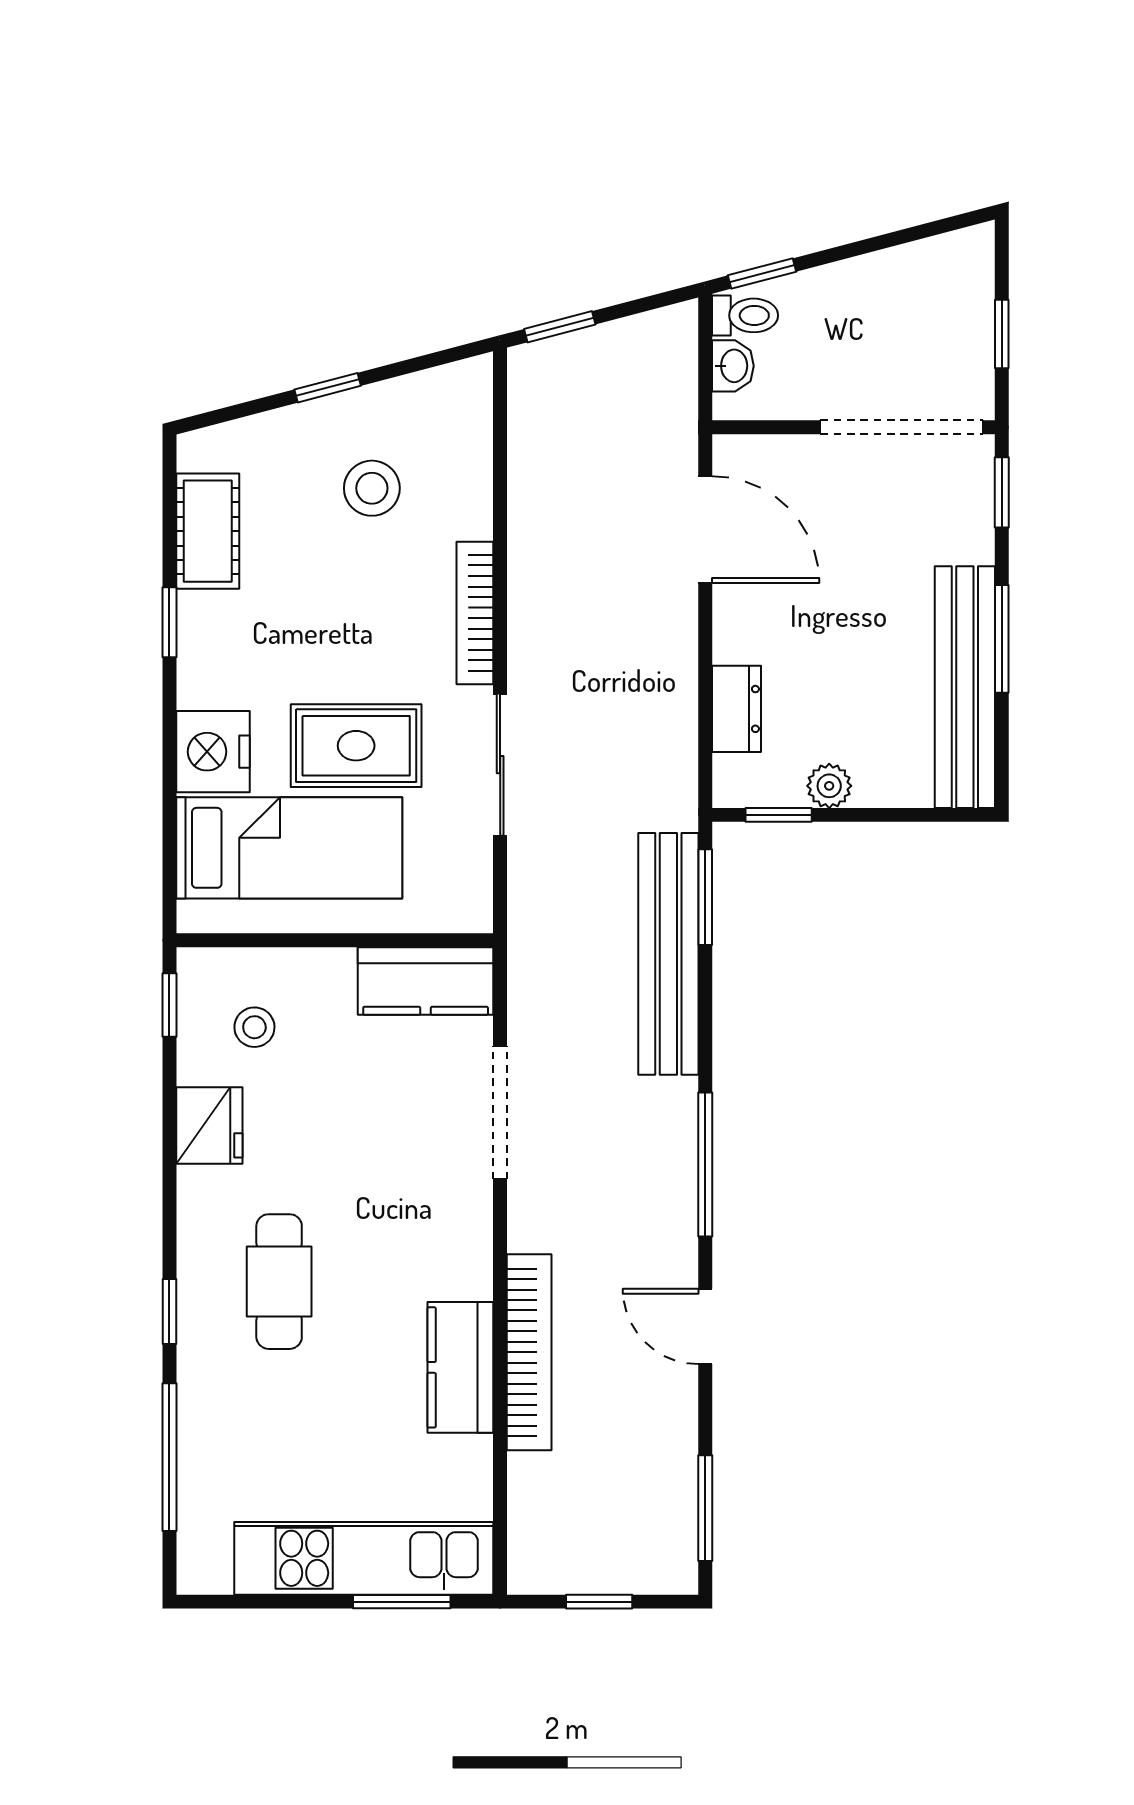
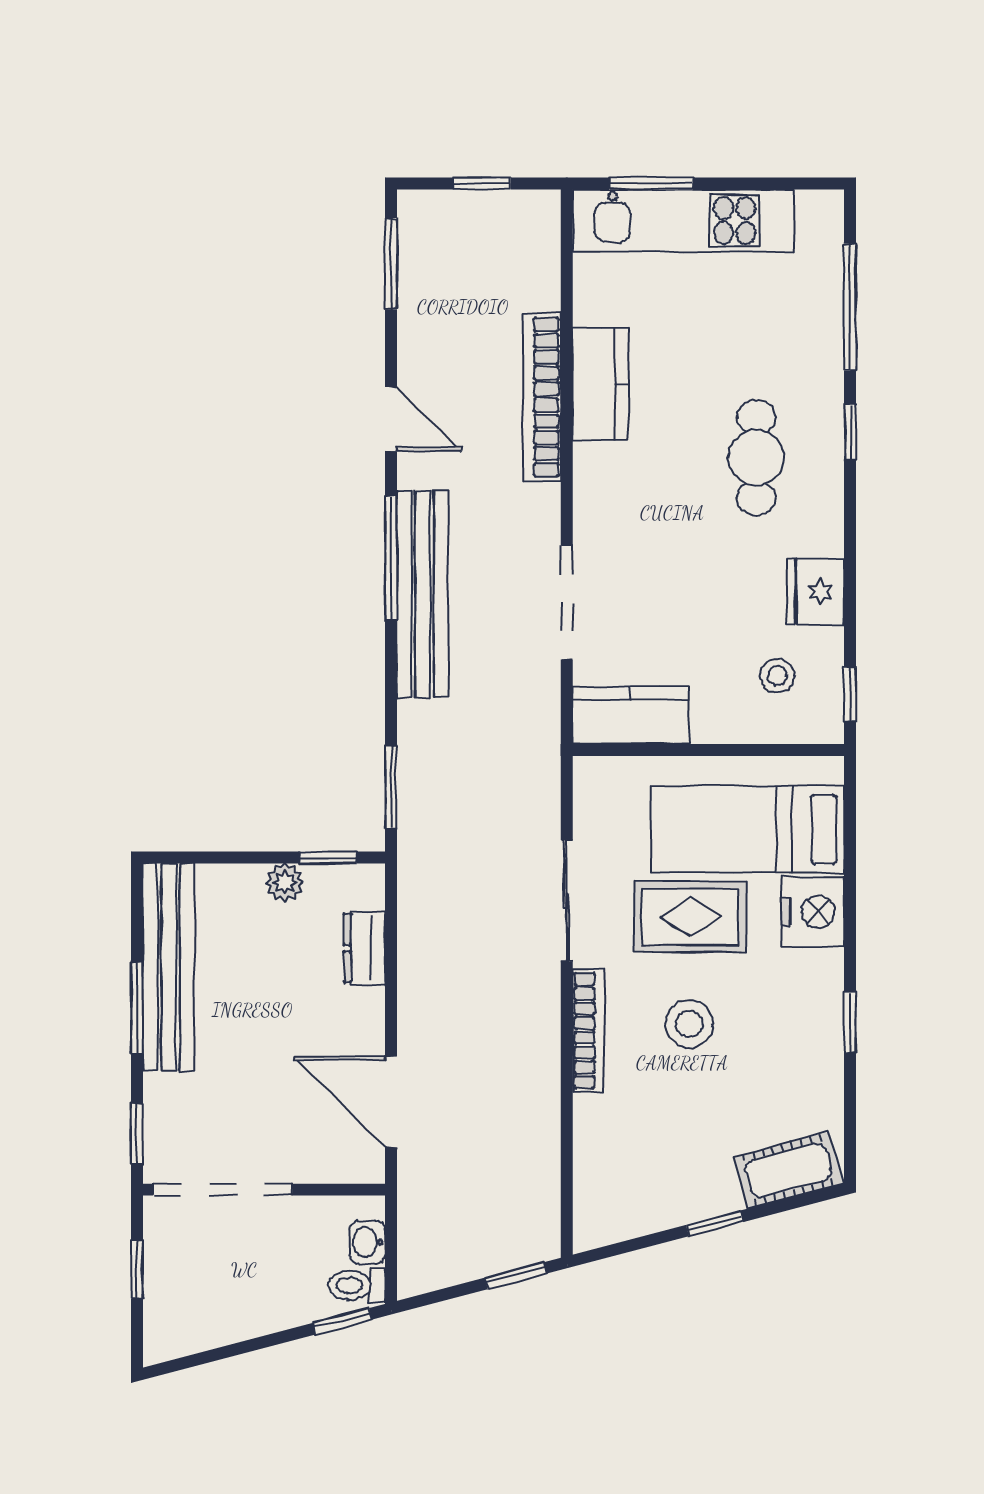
stool: (372, 488) -> (689, 1024), moved
cot: (208, 531) -> (788, 1170), moved, turned 75
bench: (668, 954) -> (423, 594), moved

